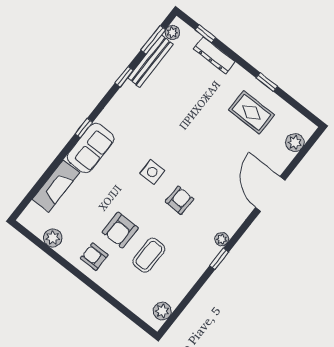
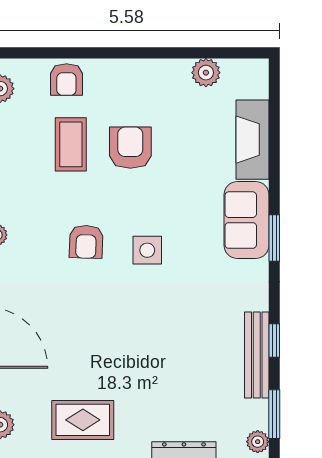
bench: (151, 61) -> (257, 355), moved
window: (84, 128) -> (274, 238), width x1.50
armchair: (94, 257) -> (66, 80), moved, turned 90

